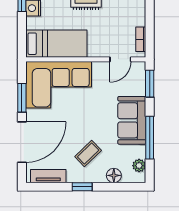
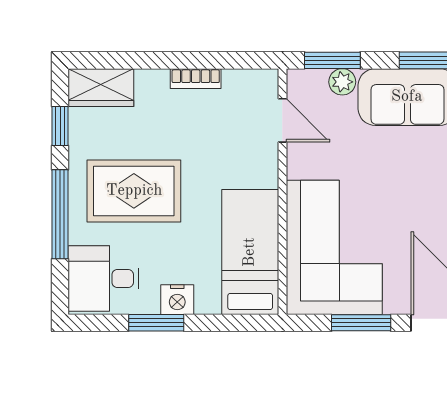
bookcase: (141, 39) -> (196, 79), moved
plant: (139, 89) -> (342, 82), added

